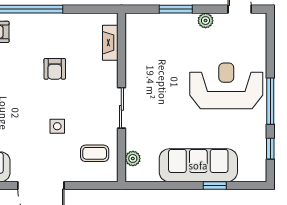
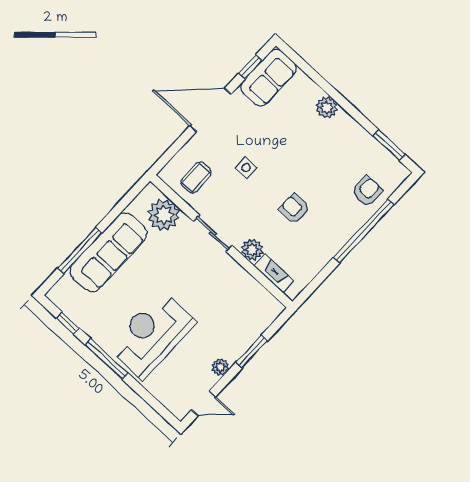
plant: (108, 72) -> (252, 250), added
reception desk: (226, 86) -> (152, 335), turned 180
plant: (133, 158) -> (164, 215), width x1.88, depth x1.88
window: (215, 186) -> (80, 250), width x2.17

